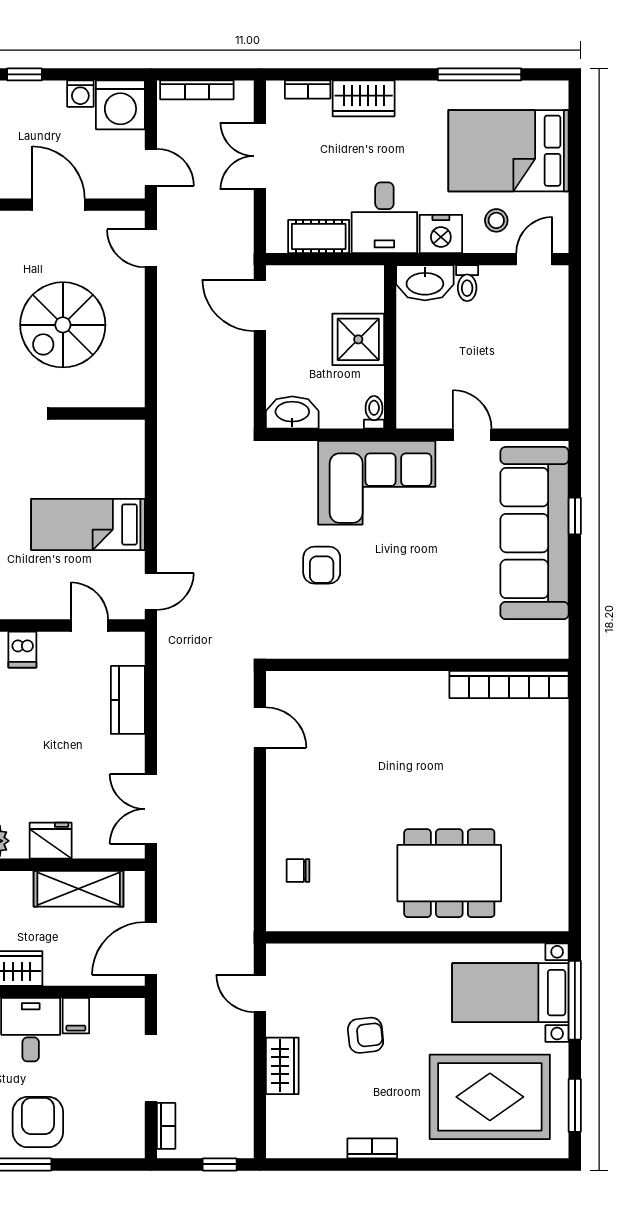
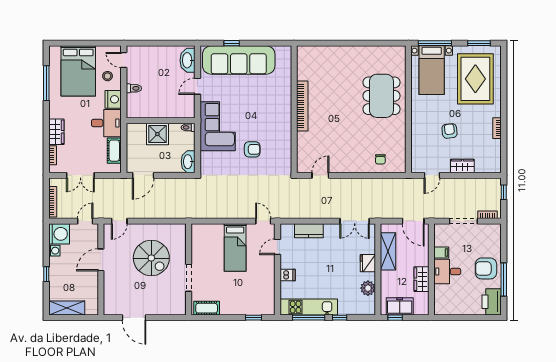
washbasin: (425, 283) -> (188, 60), moved, turned 180
bookcase: (509, 684) -> (302, 106), moved

